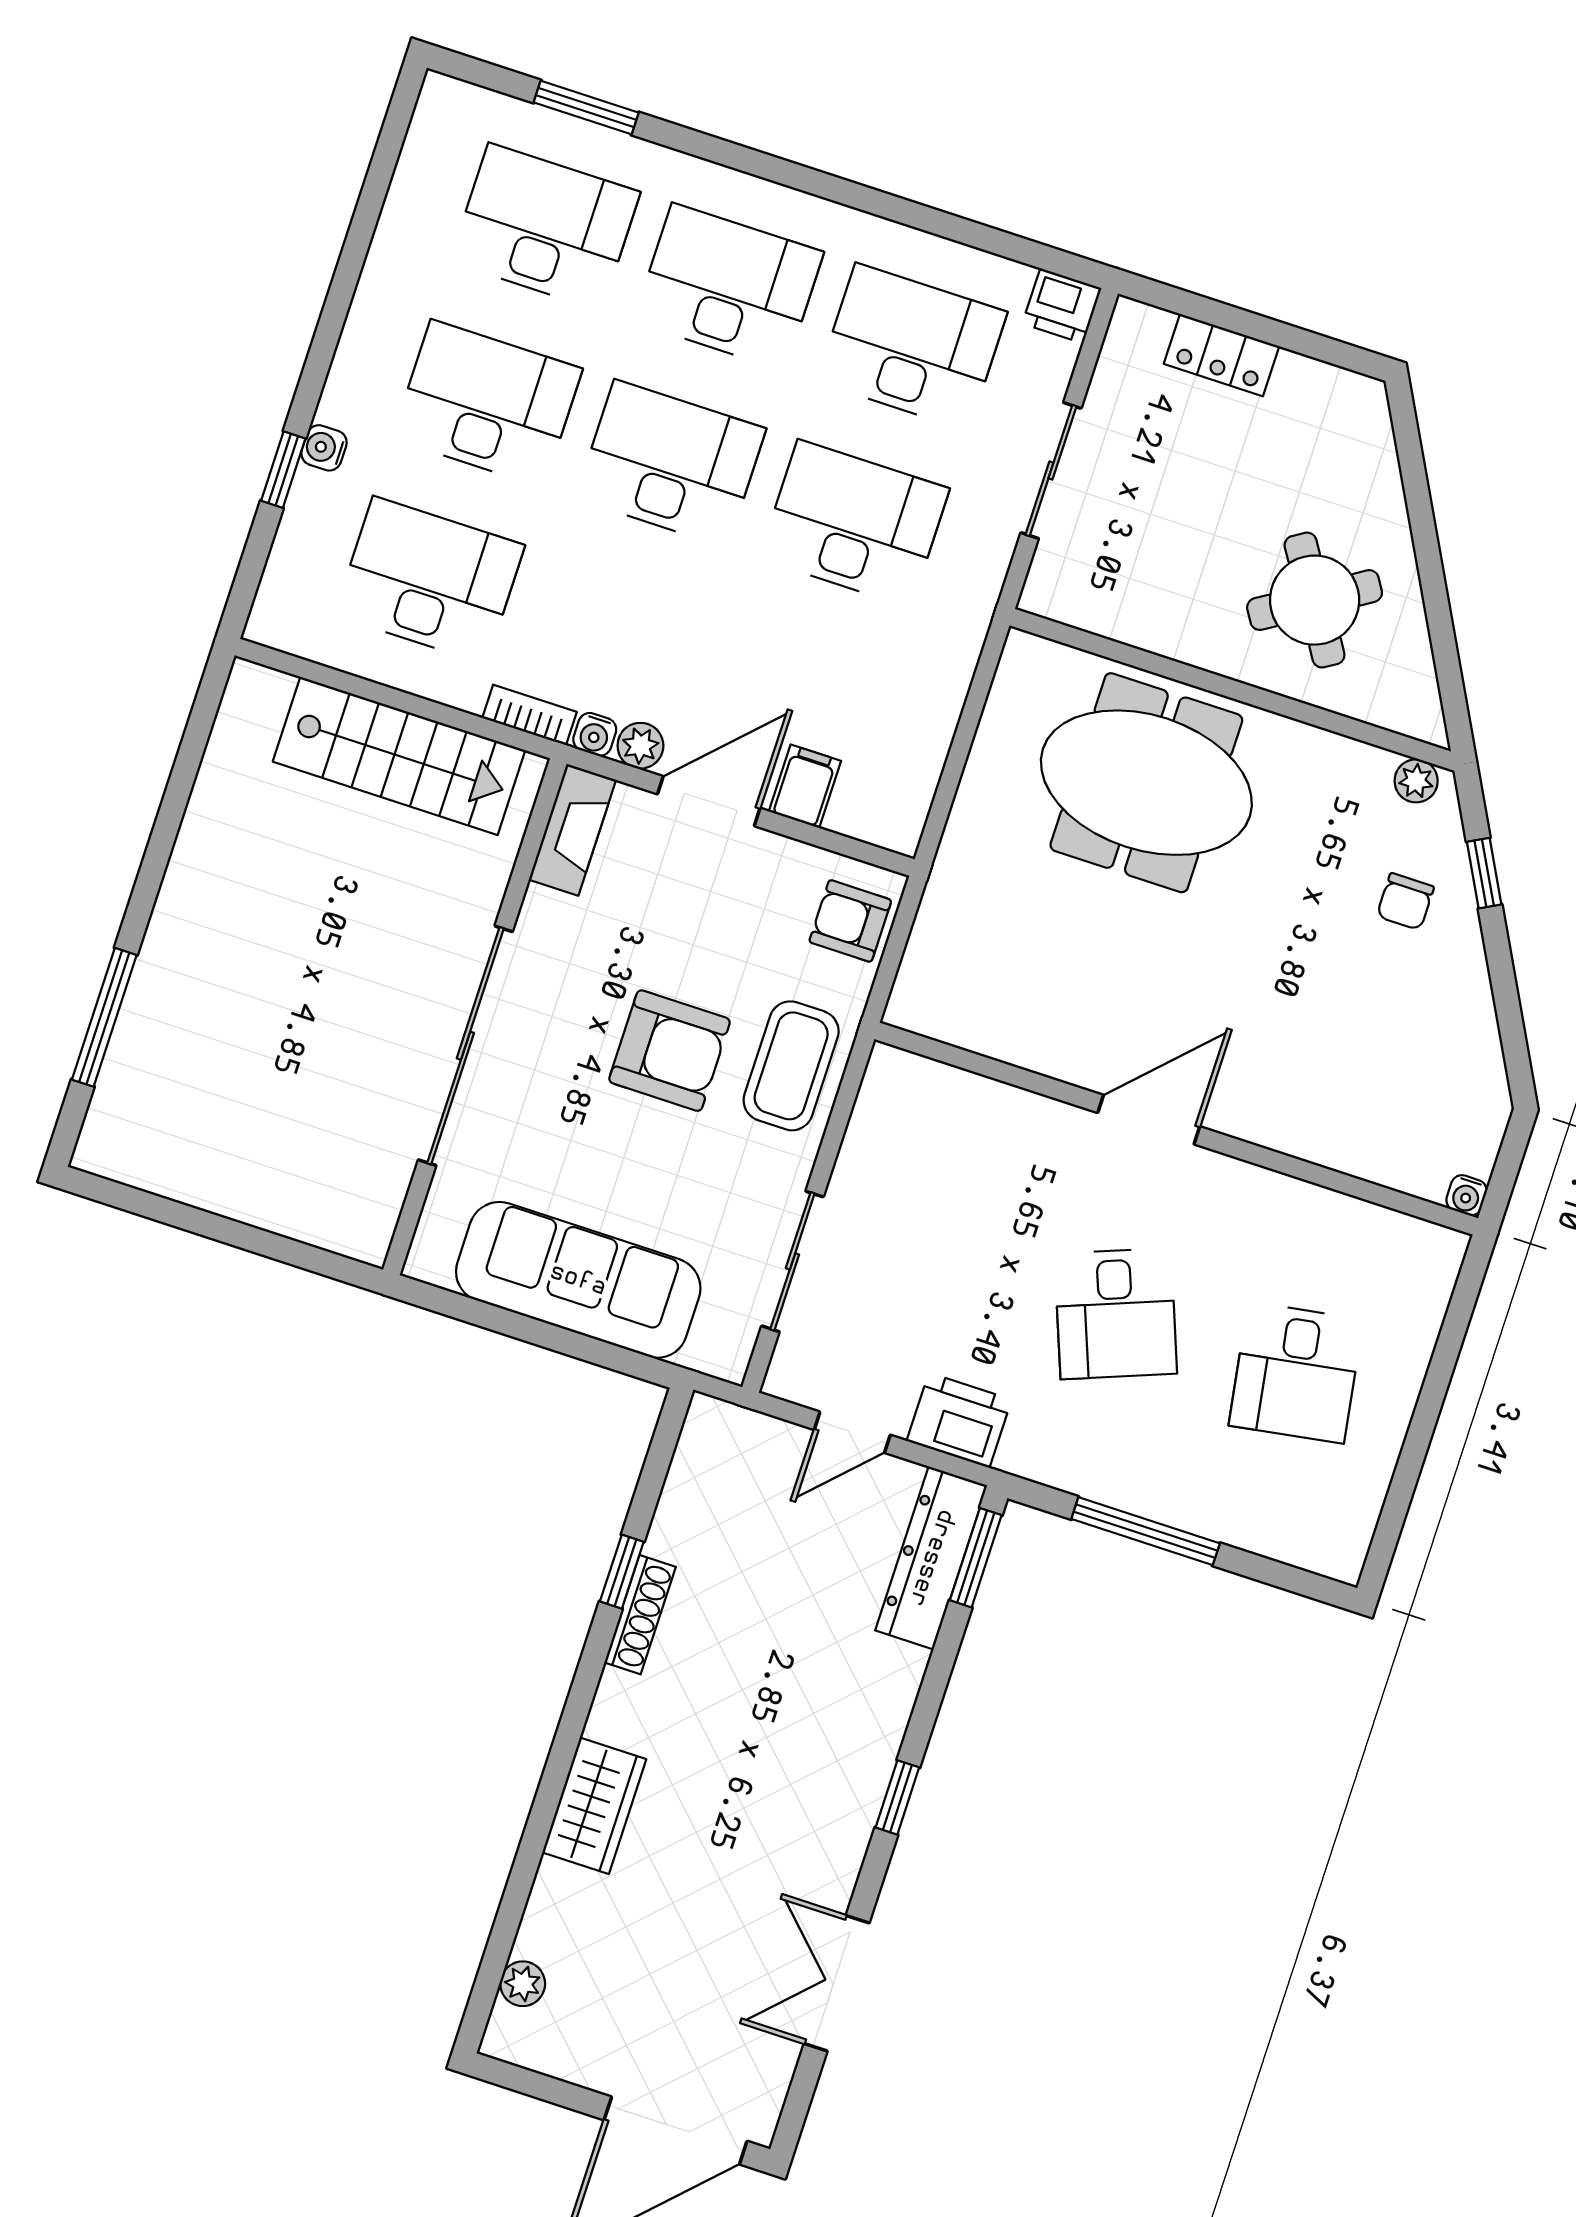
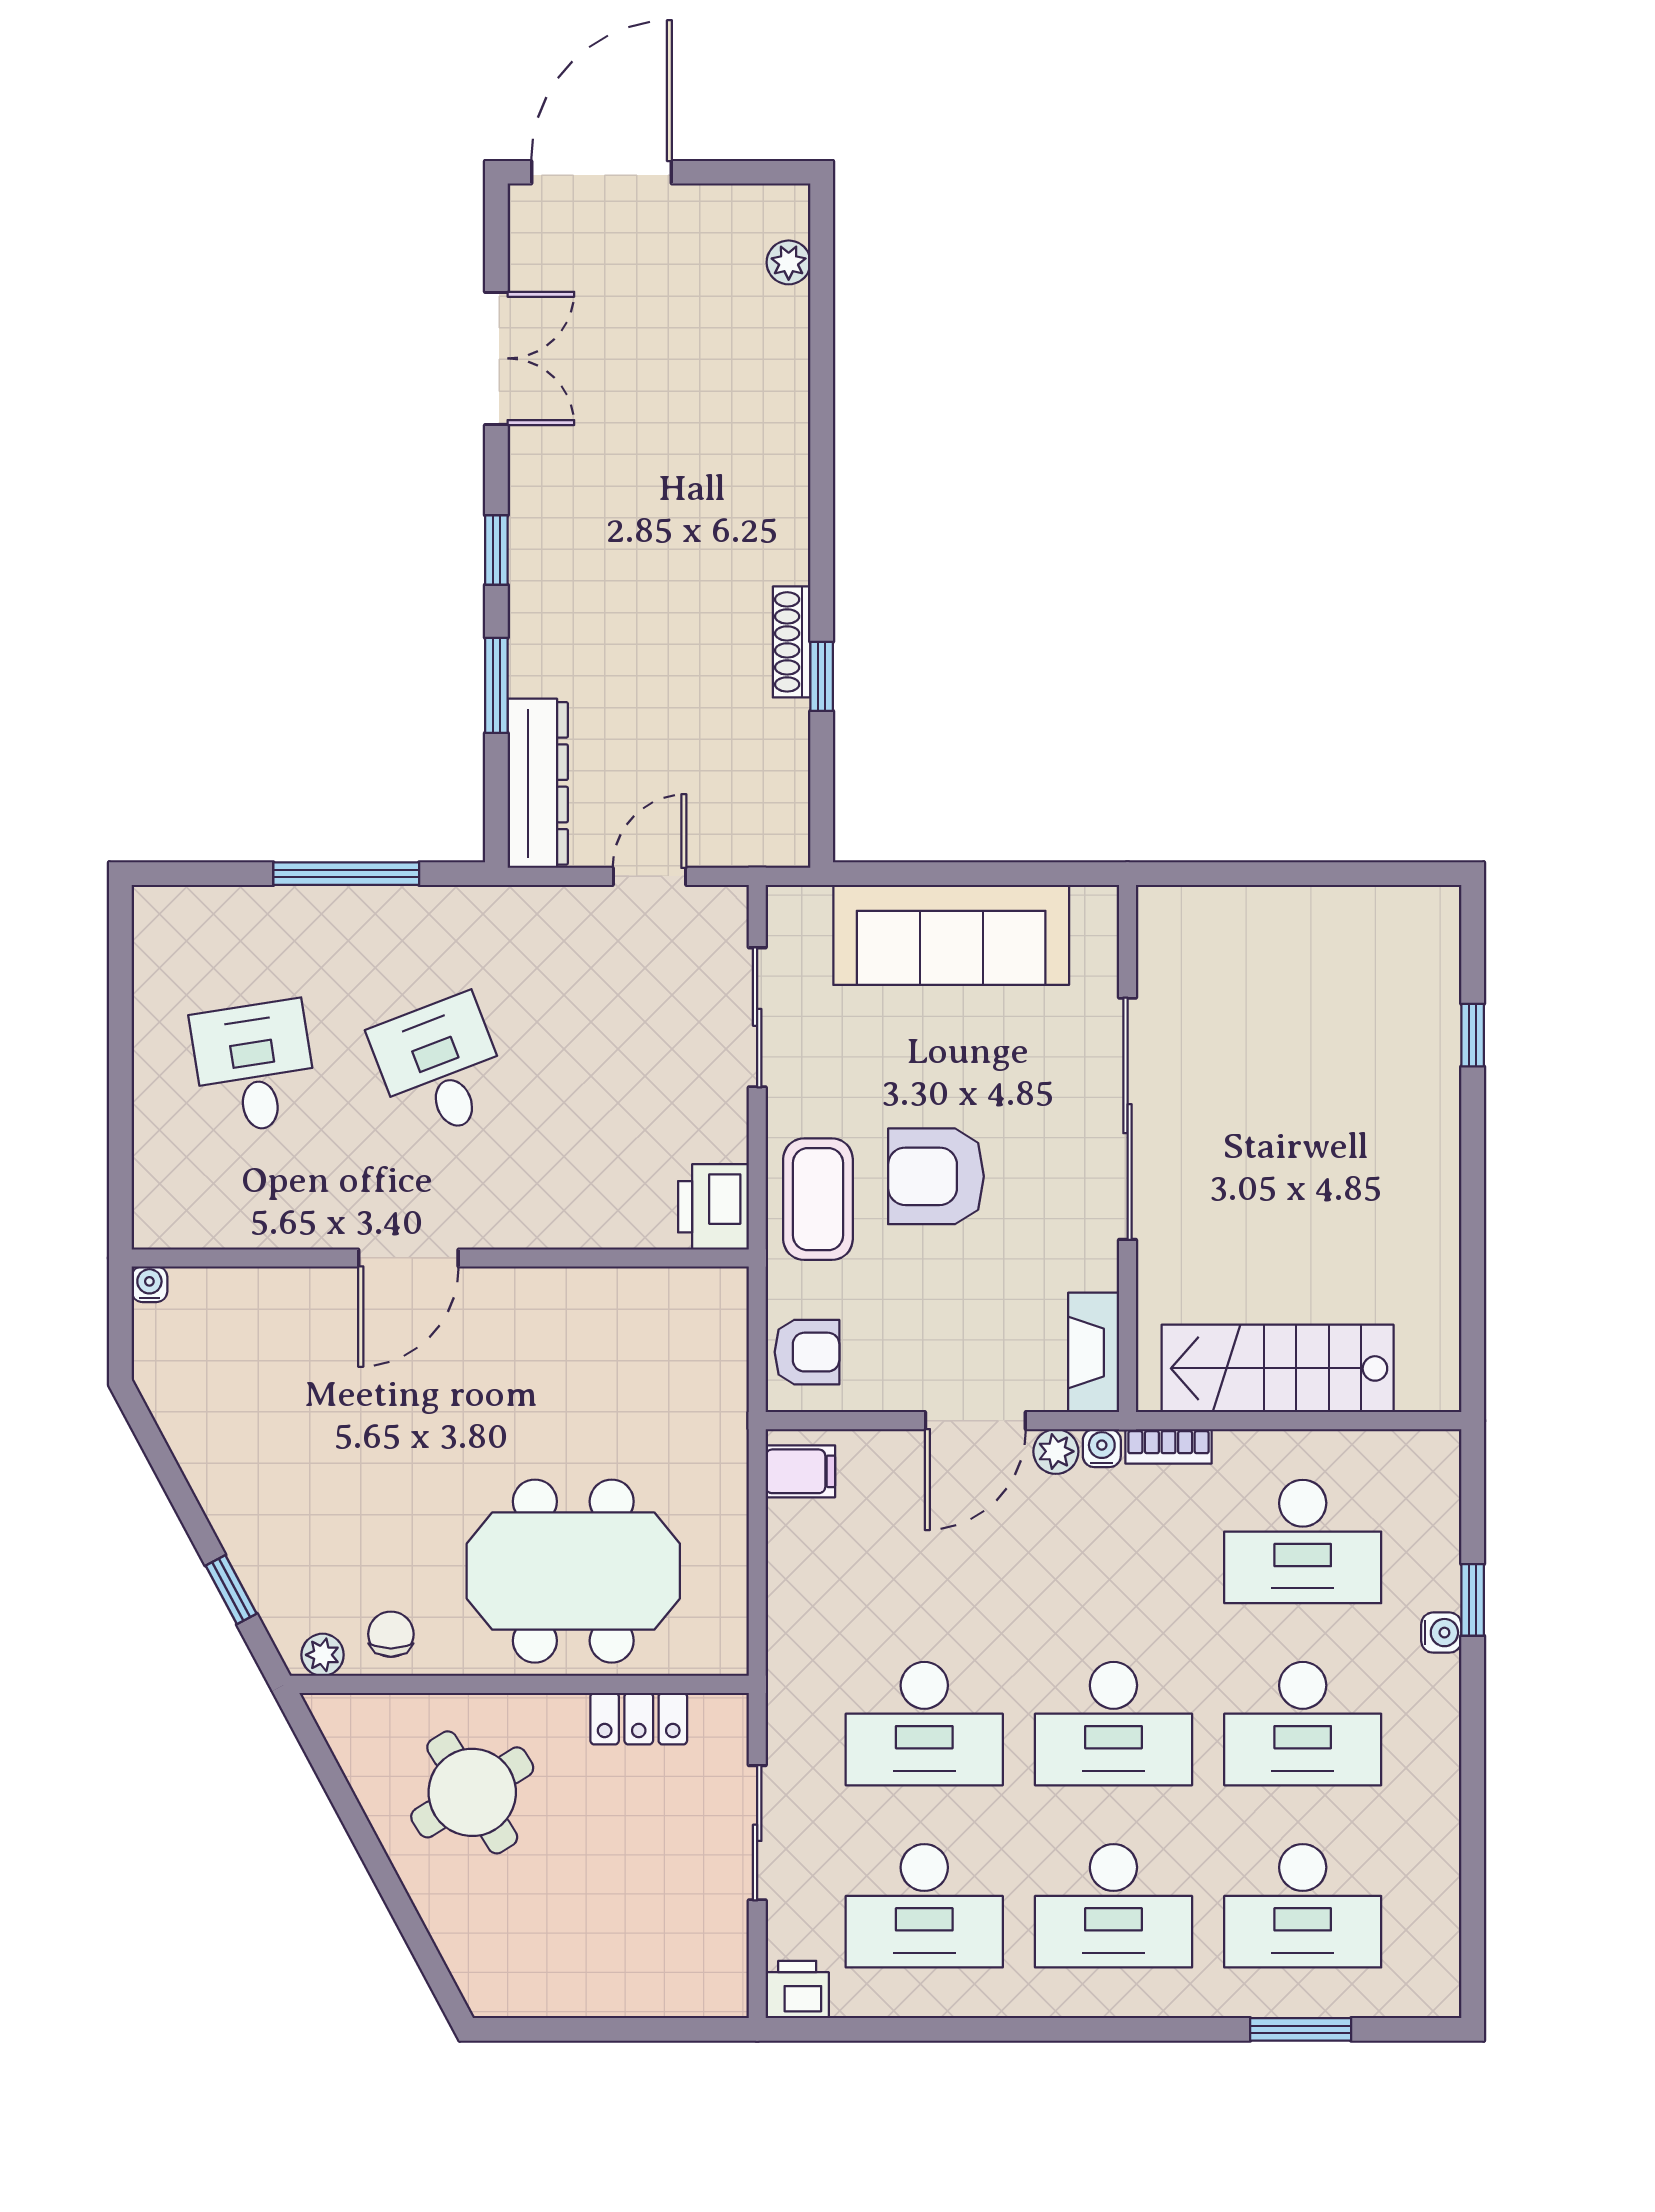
locker: (1222, 355) -> (639, 1719), moved, turned 180
filing cabinet: (805, 786) -> (800, 1471), moved, turned -90
chair: (1405, 901) -> (391, 1634), moved
window: (104, 1017) -> (1473, 1035), width x0.46
door: (1149, 1120) -> (408, 1258), moved
printer: (959, 1420) -> (713, 1207), moved, turned 90
window: (976, 1558) -> (496, 685), moved
wardrobe: (594, 1806) -> (776, 450), removed

